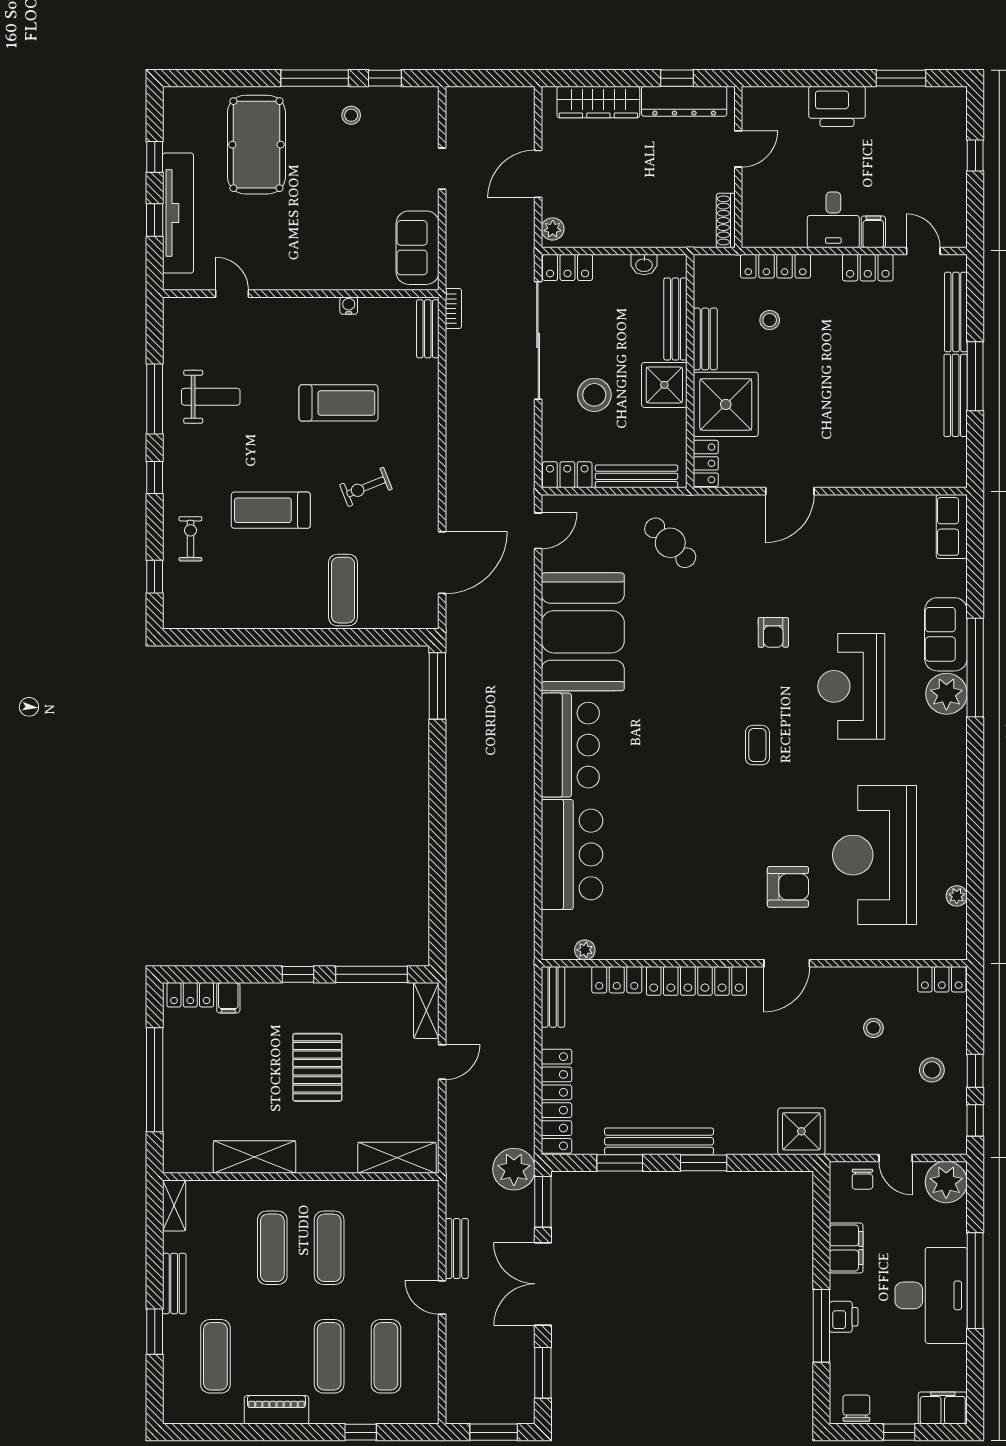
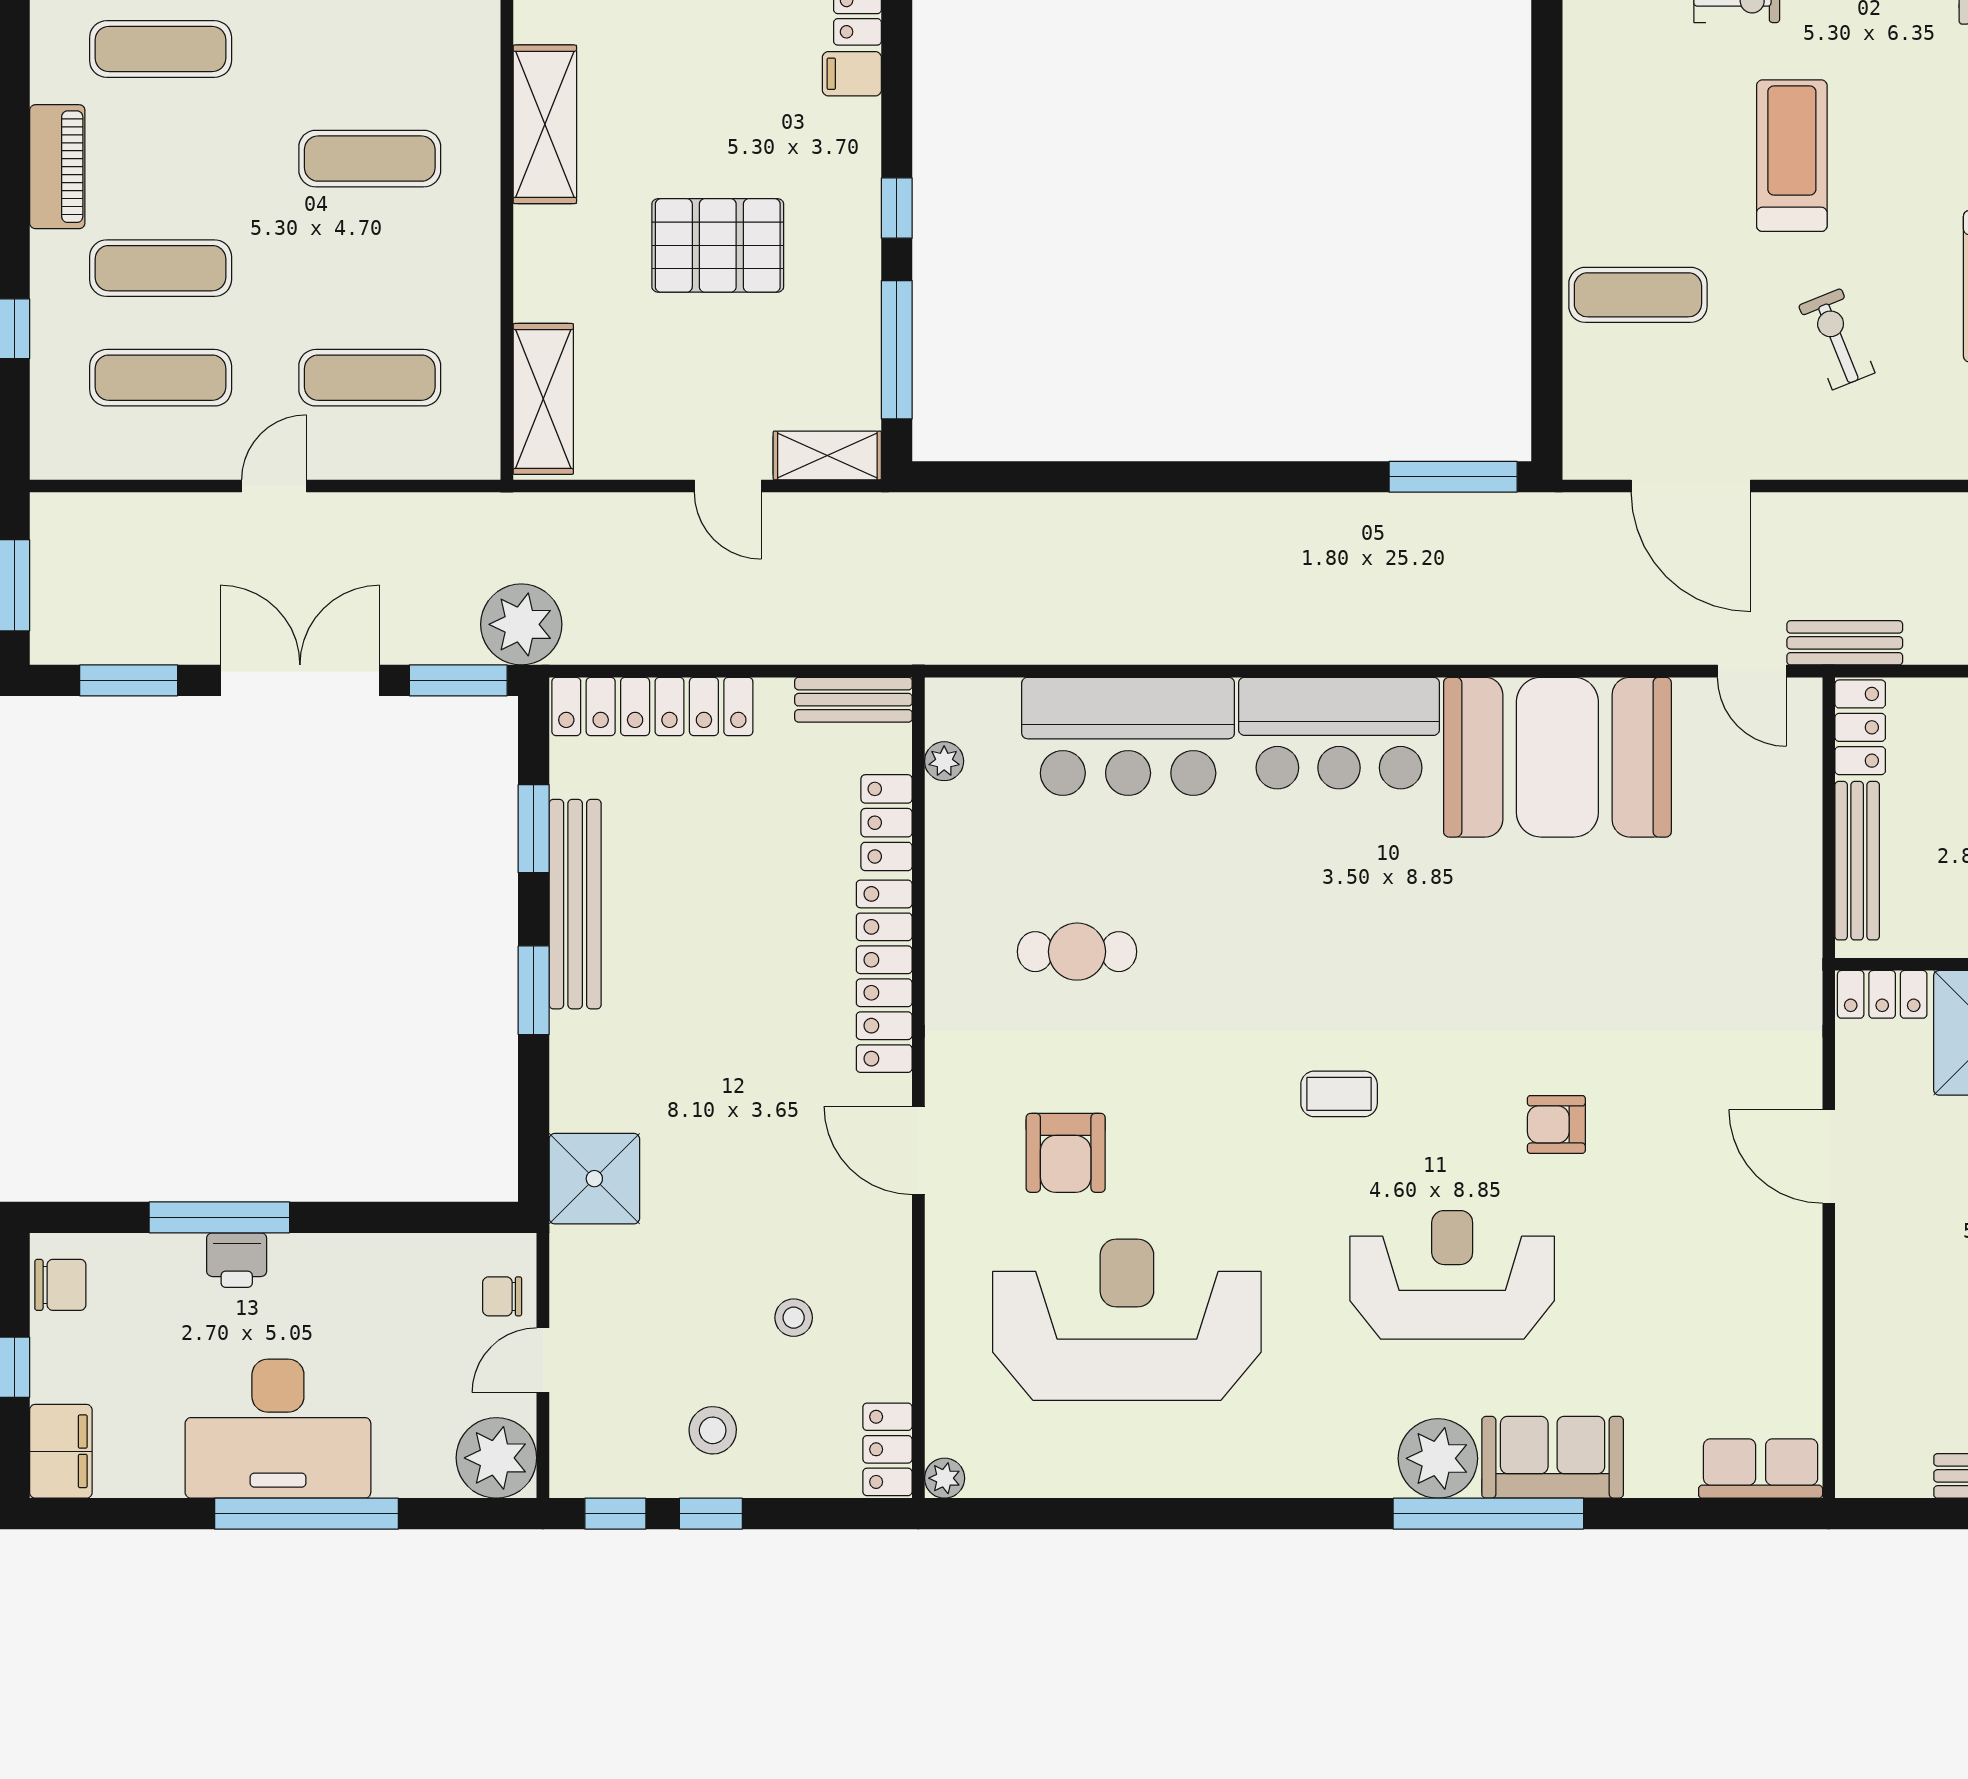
cafe table: (670, 543) -> (1077, 952), moved, turned 46
plant: (957, 896) -> (945, 1478), moved
exercise mat: (329, 1248) -> (370, 378), moved
filing cabinet: (846, 1248) -> (369, 1265), removed
bench: (457, 1249) -> (1845, 643), moved

